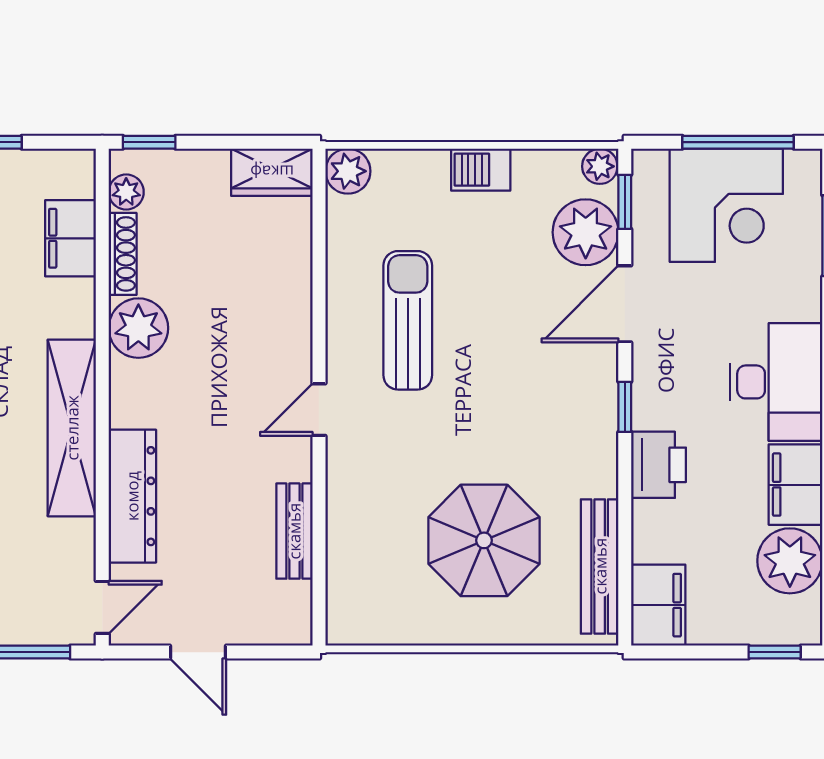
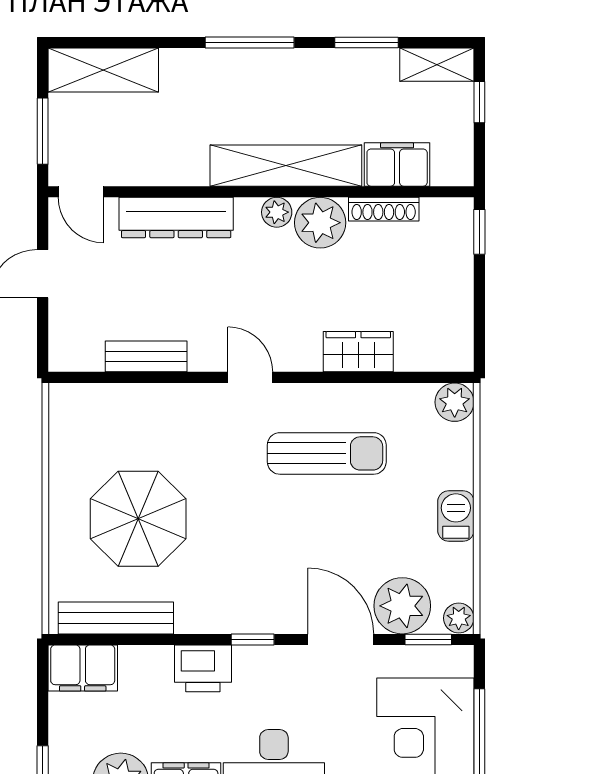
wardrobe: (272, 172) -> (358, 352), moved, turned 90
plant: (126, 192) -> (277, 212), moved
shelving: (72, 428) -> (286, 166), moved

